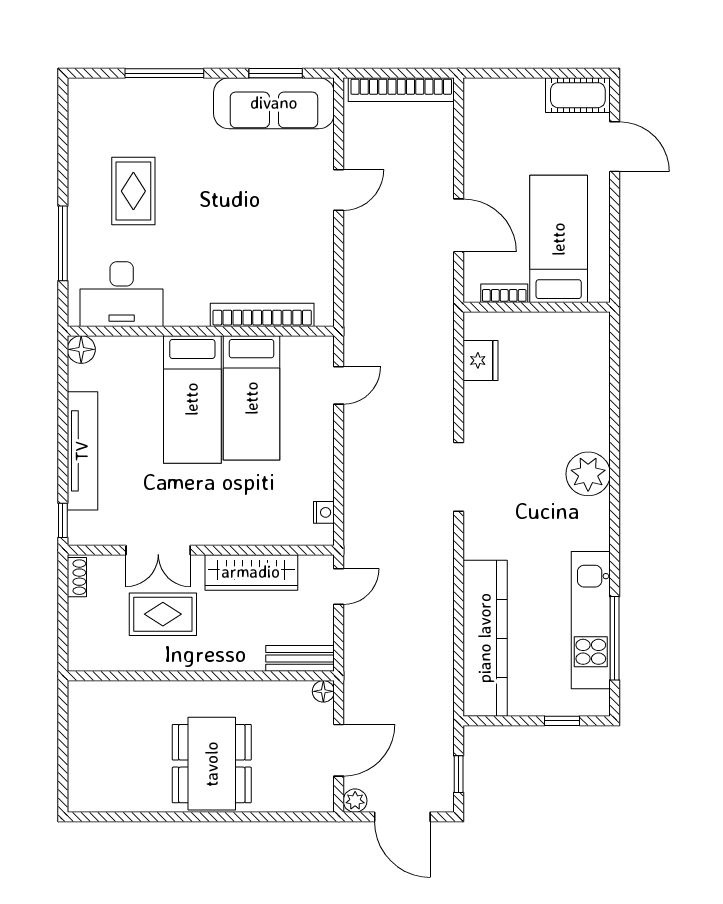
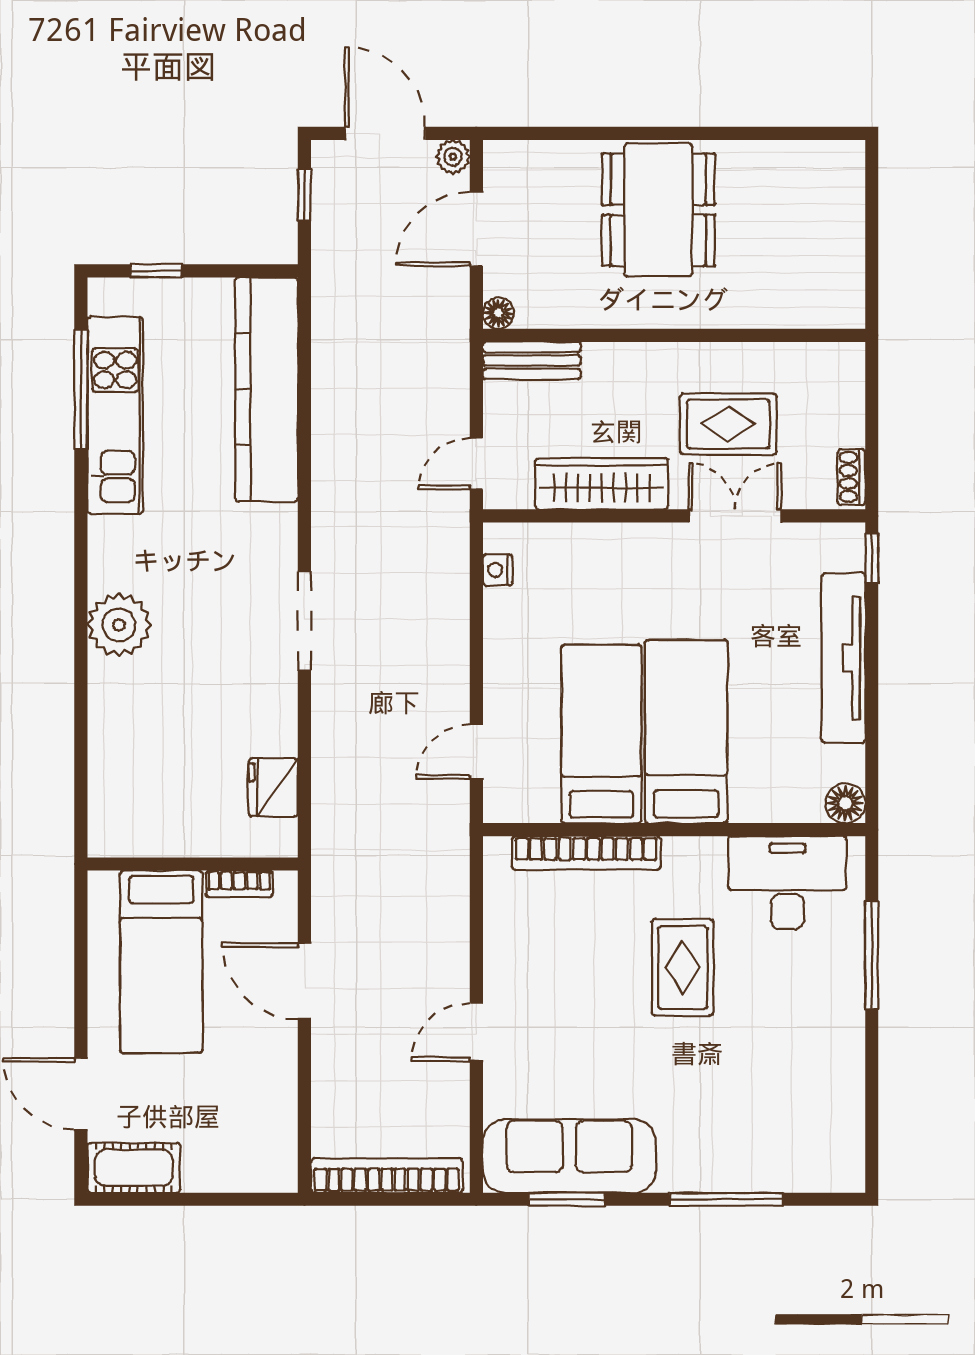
rug: (133, 191) -> (683, 967), moved

